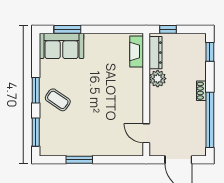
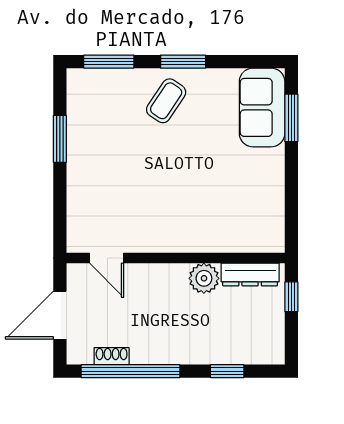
fireplace: (137, 52) -> (252, 241), removed
window: (210, 52) -> (227, 371), moved
shoe rack: (201, 91) -> (112, 356), moved
door: (146, 133) -> (107, 258), swing flipped

